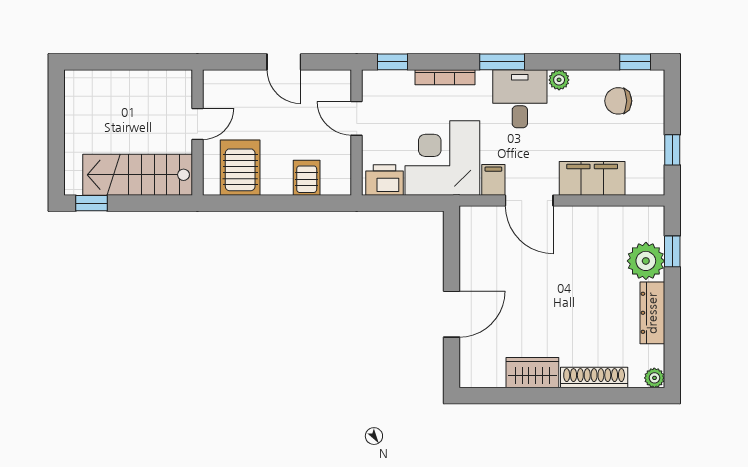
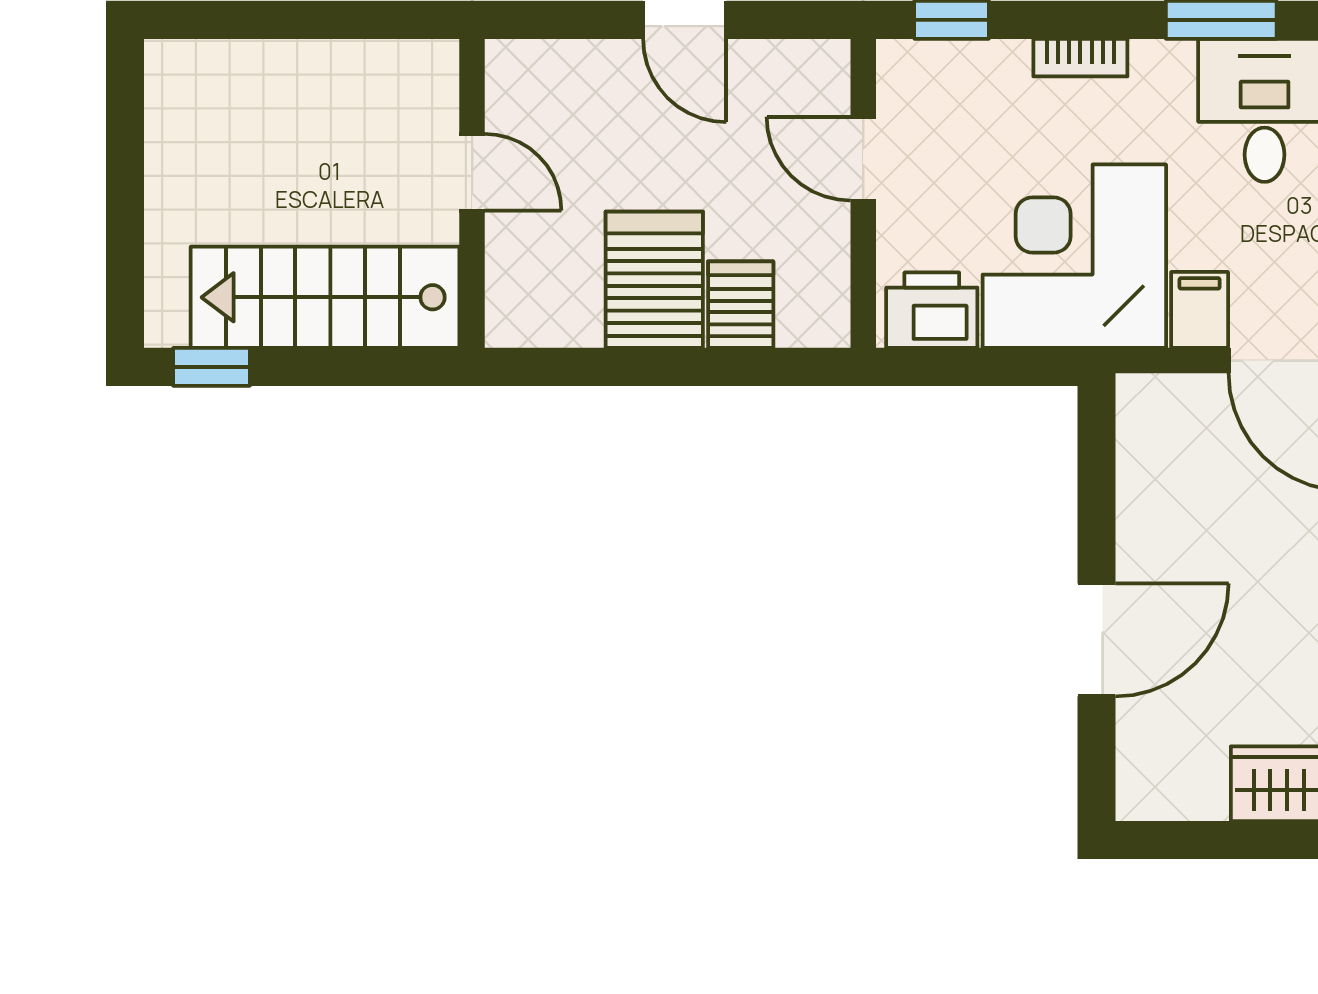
bookcase: (445, 77) -> (1080, 58), width x0.64
door: (197, 124) -> (472, 172), hinge flipped
server rack: (240, 168) -> (654, 280), moved

